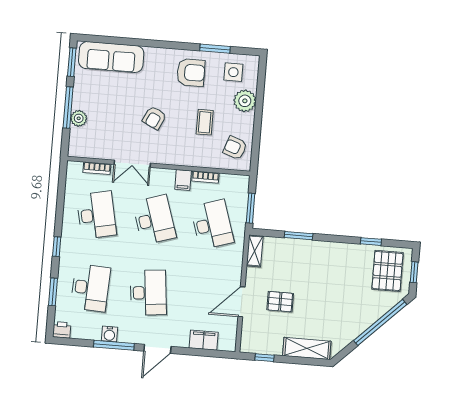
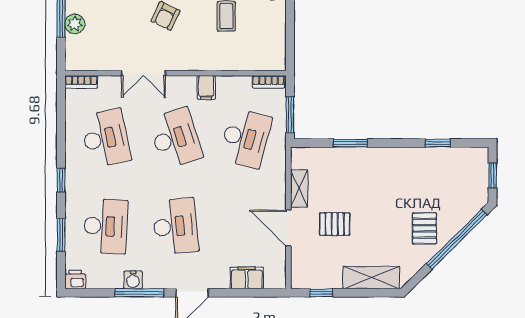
armchair: (235, 148) -> (265, 44), removed
bookcase: (97, 168) -> (81, 82), moved
bookcase: (205, 177) -> (268, 82), moved
desk: (212, 224) -> (245, 138), turned 33
shelving: (255, 251) -> (299, 188), moved
pallet: (387, 271) -> (424, 228), moved, width x0.67, depth x0.71
door: (242, 302) -> (288, 228), hinge flipped

